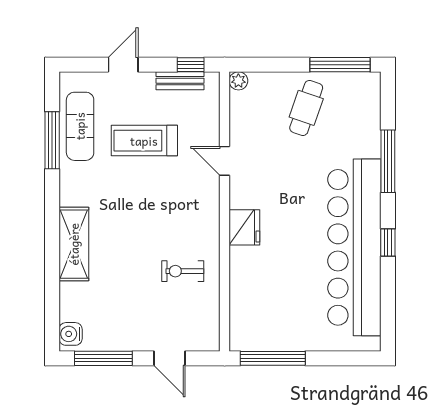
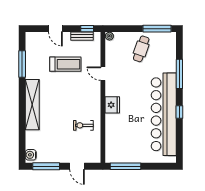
door: (123, 65) -> (55, 29), swing flipped
exercise mat: (80, 126) -> (35, 57), removed
treadmill: (144, 141) -> (65, 64), turned 180
shelving: (74, 244) -> (32, 105), width x1.47

